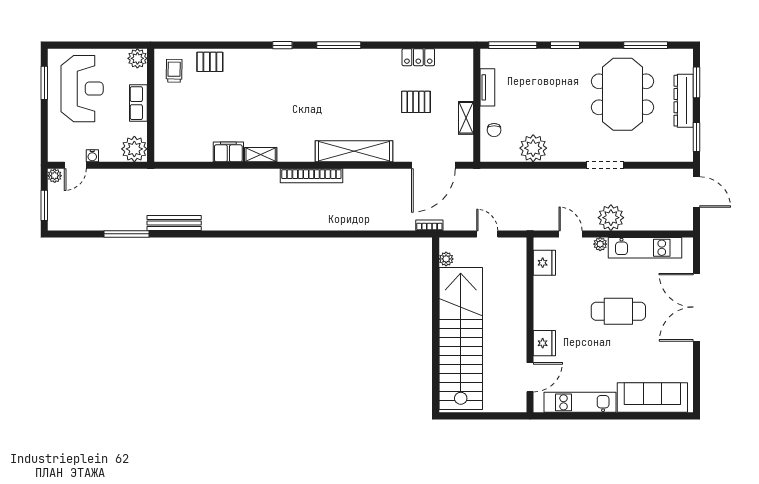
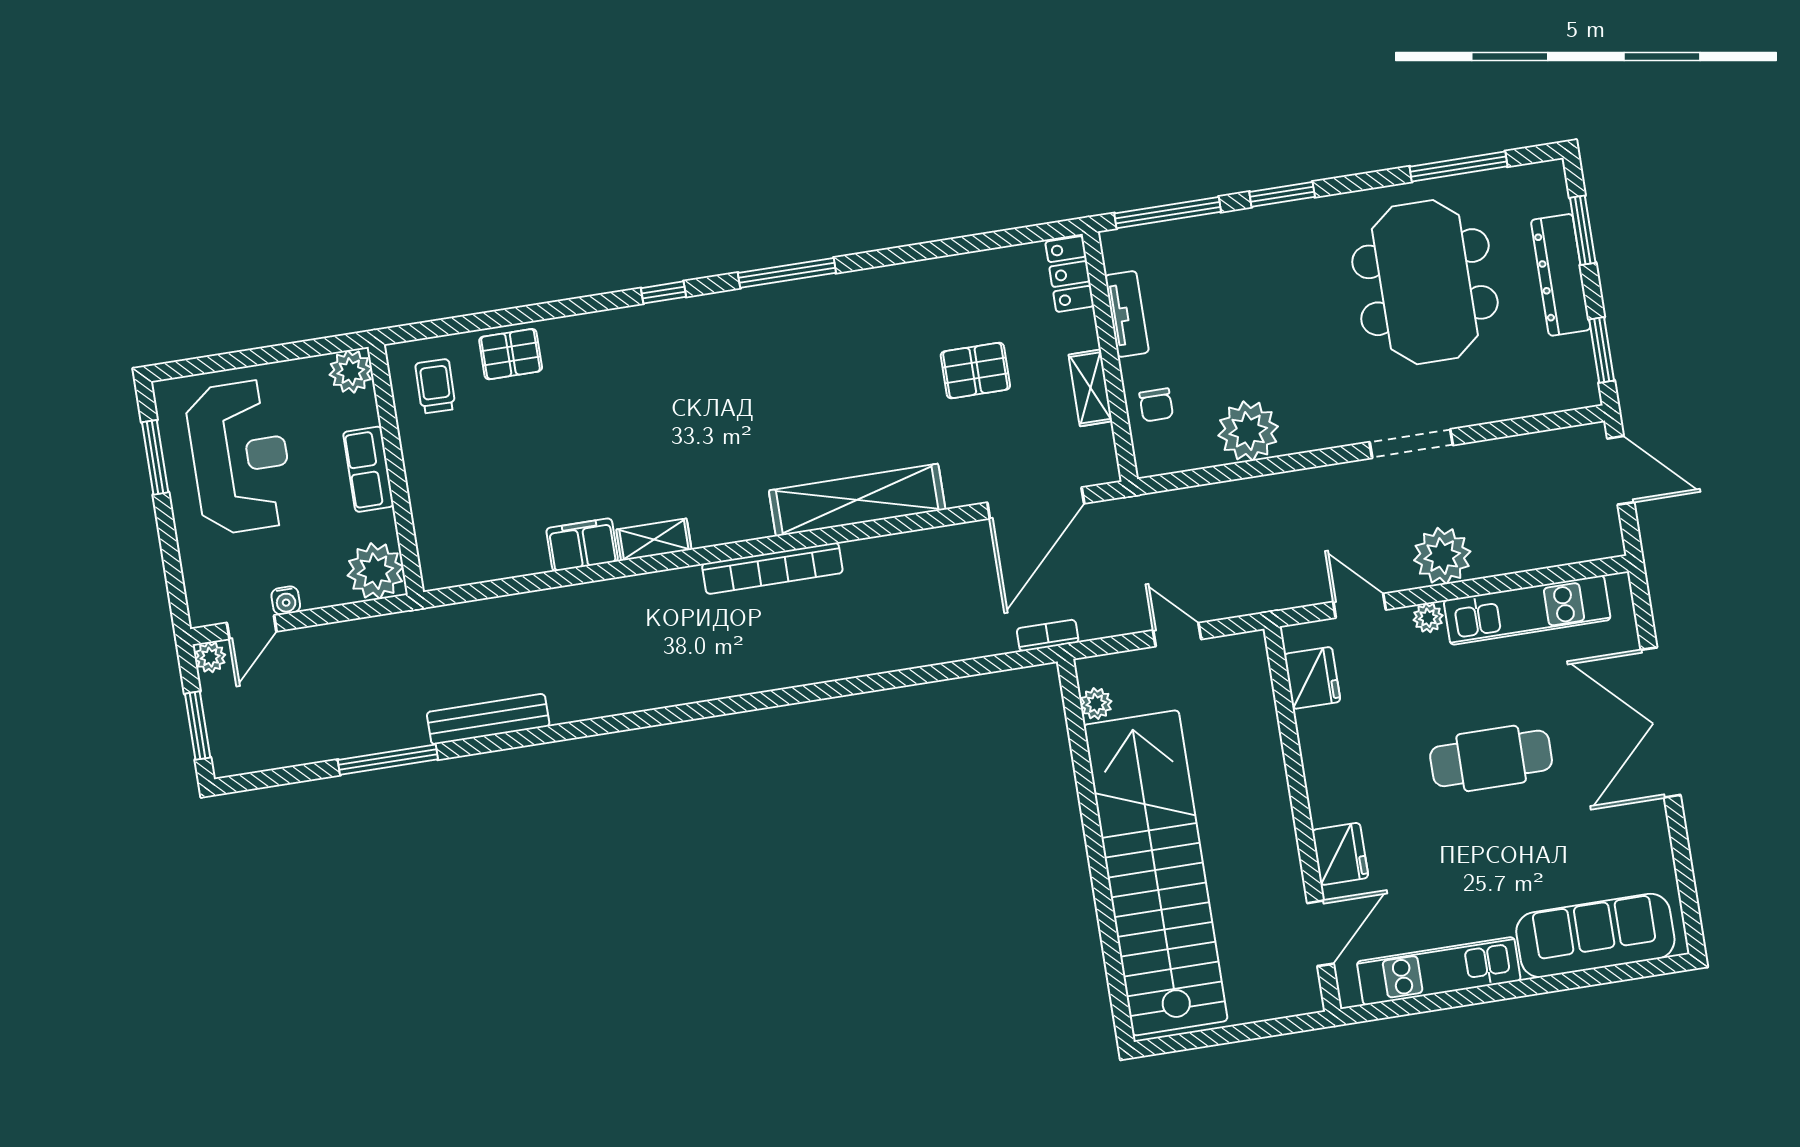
locker: (418, 57) -> (1070, 274), moved, turned 90

